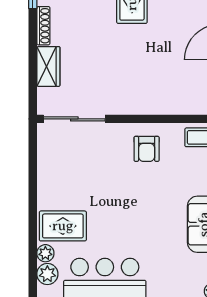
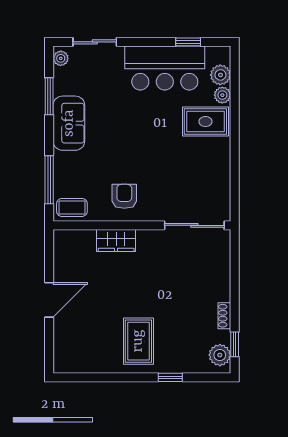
shoe rack: (43, 26) -> (224, 316), width x0.70
wardrobe: (48, 66) -> (116, 241), moved, turned -90

